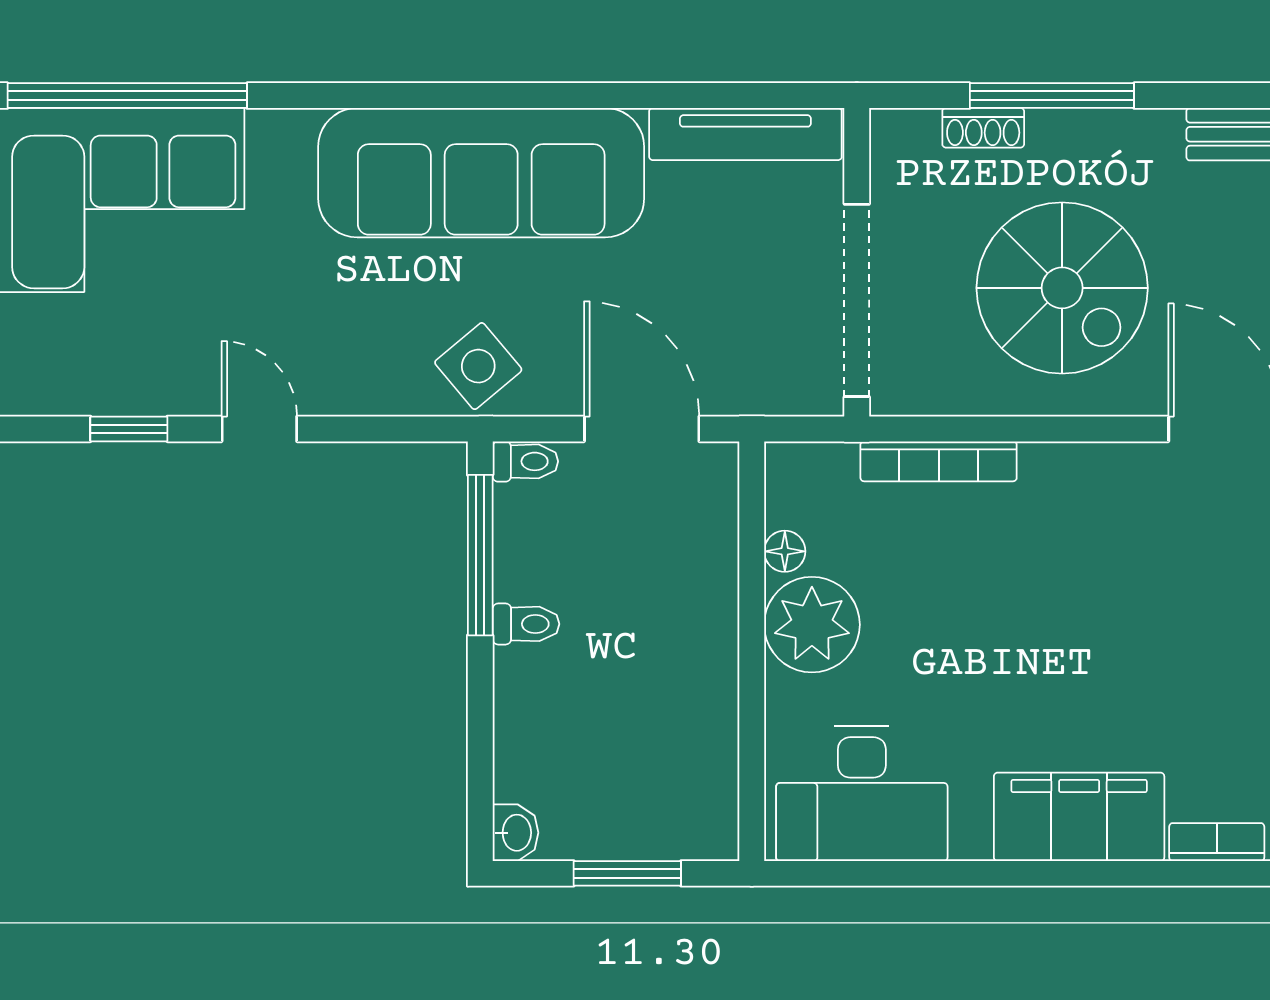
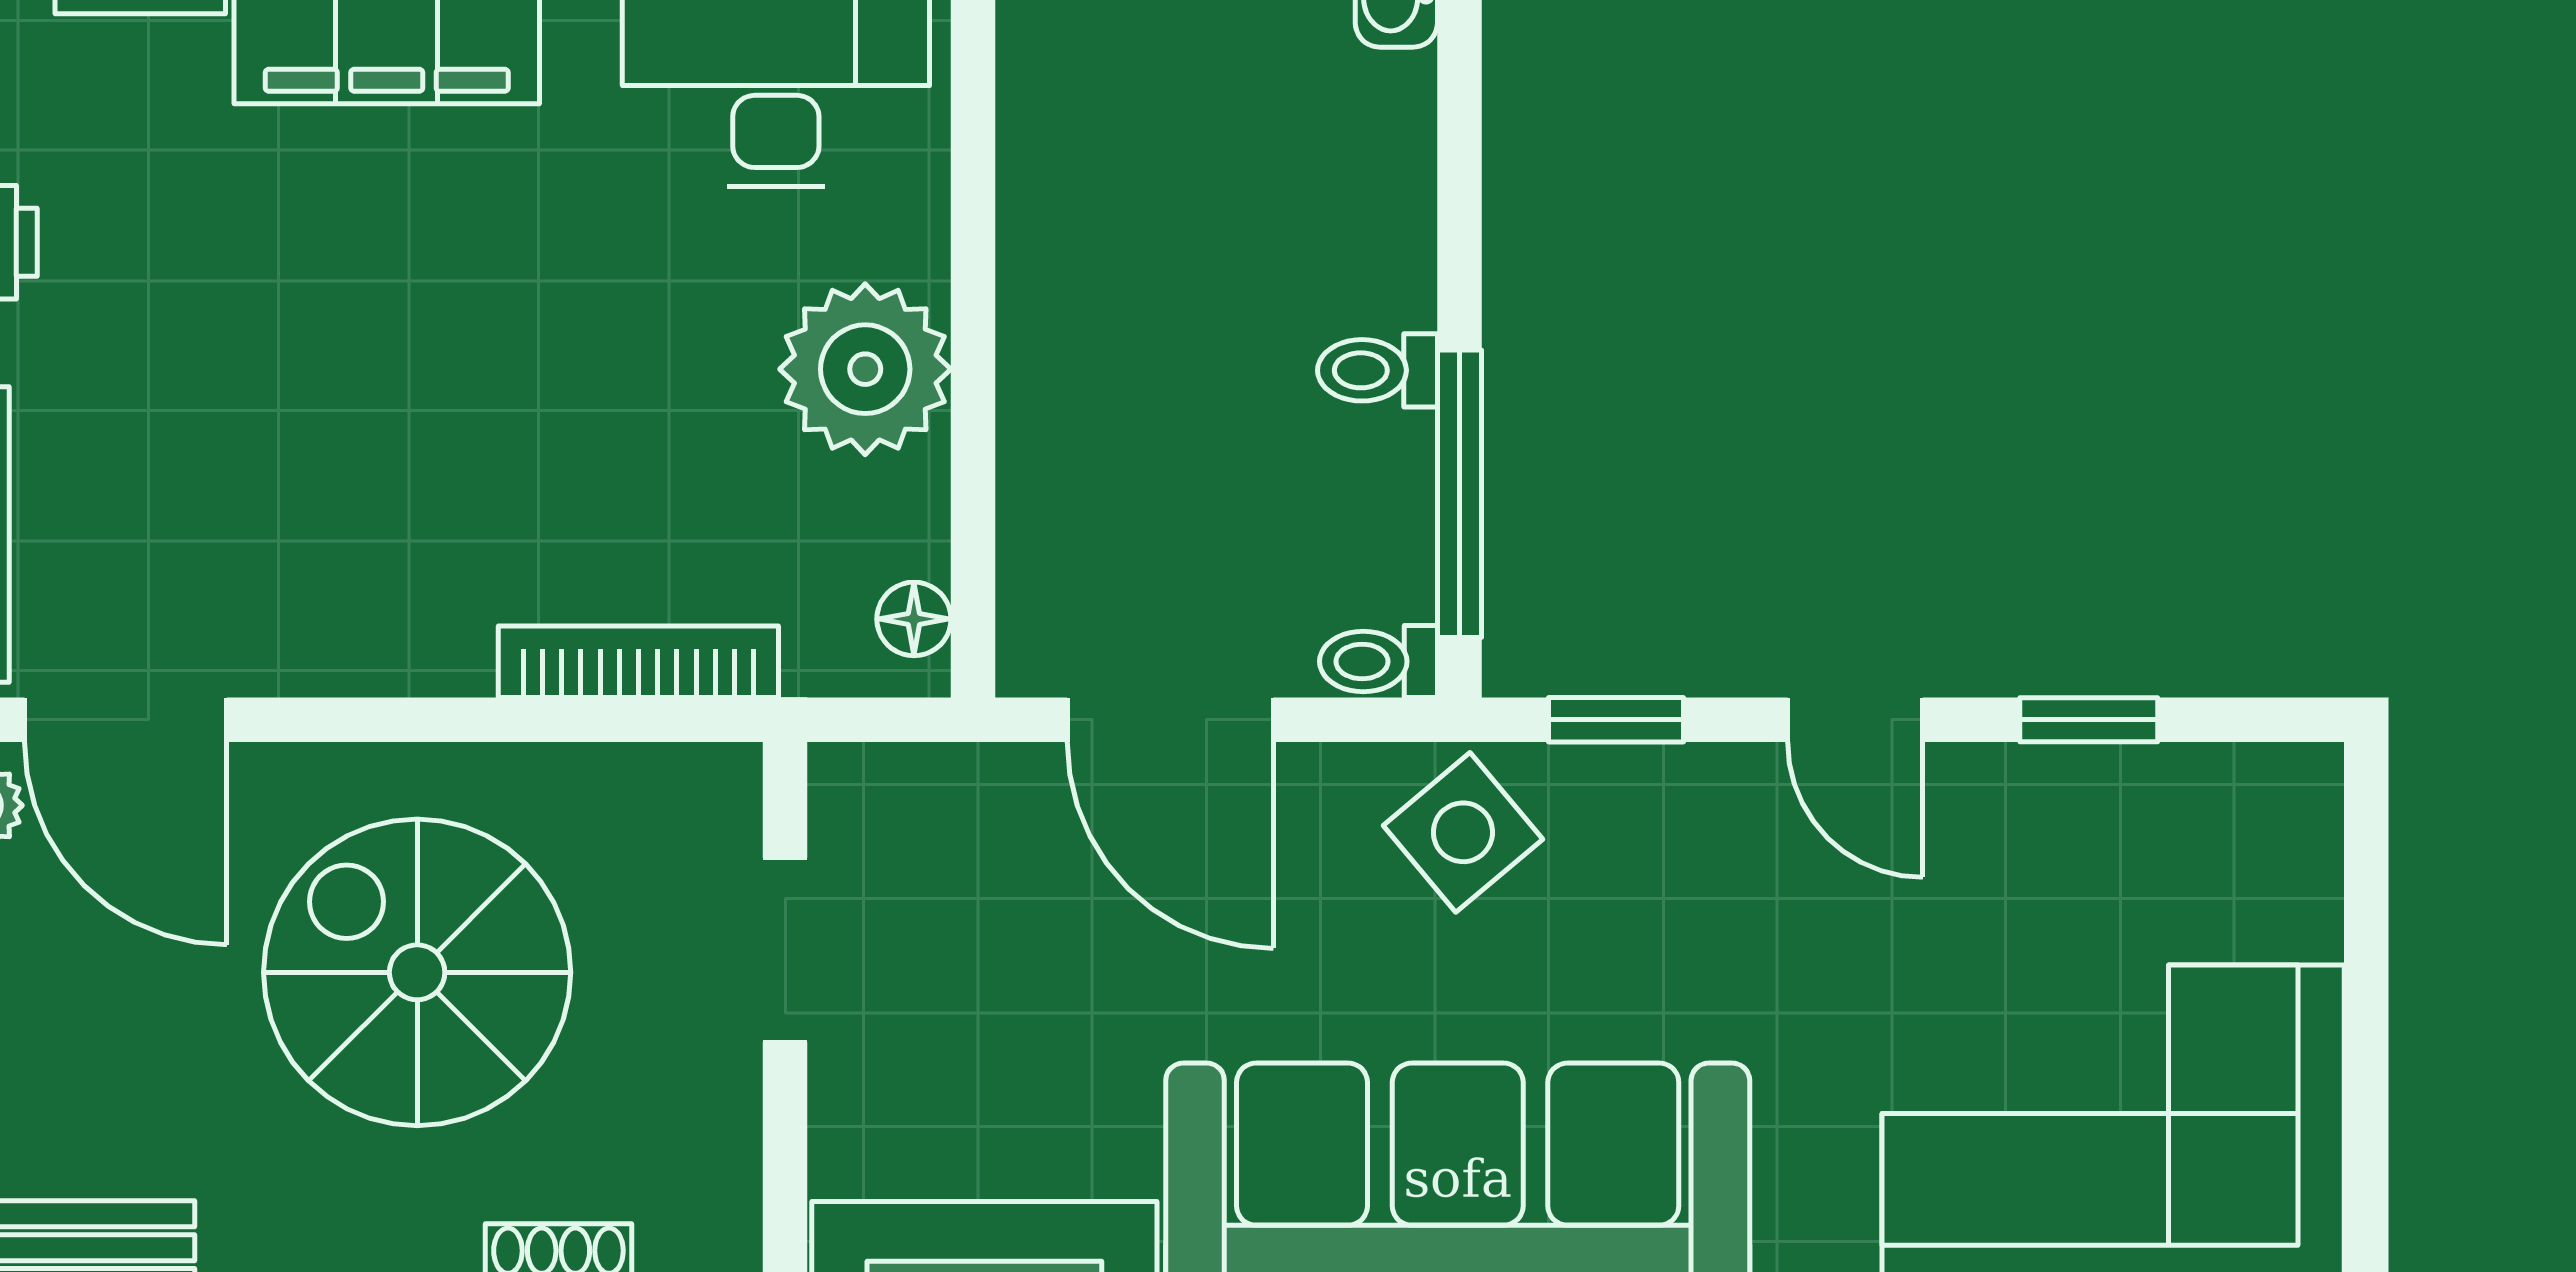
doorway: (857, 300) -> (785, 950), width x0.53
window: (393, 429) -> (1616, 720), added
floor lamp: (785, 551) -> (914, 619), moved

